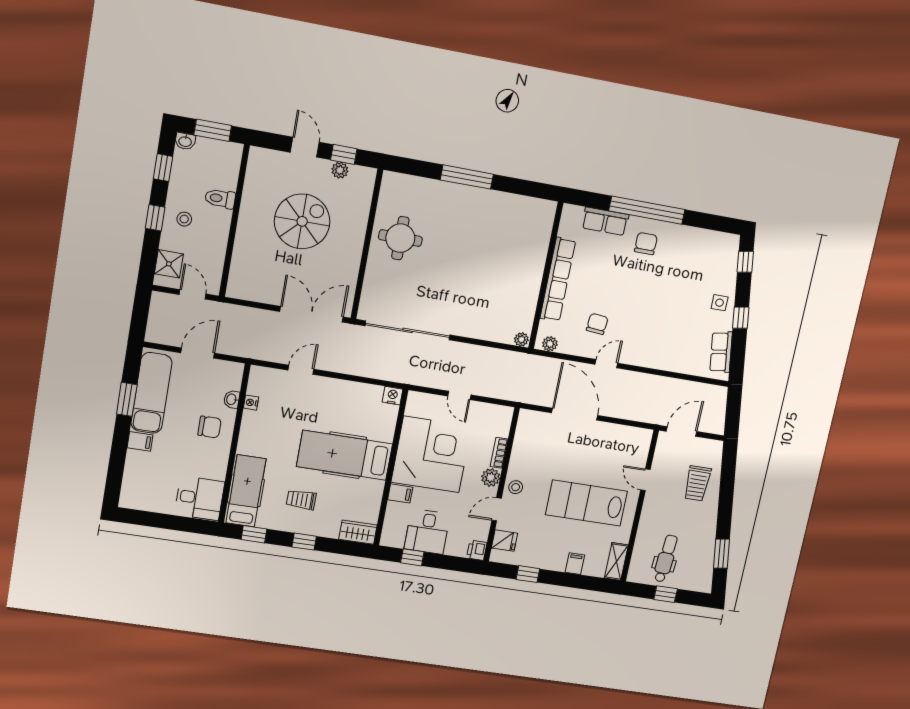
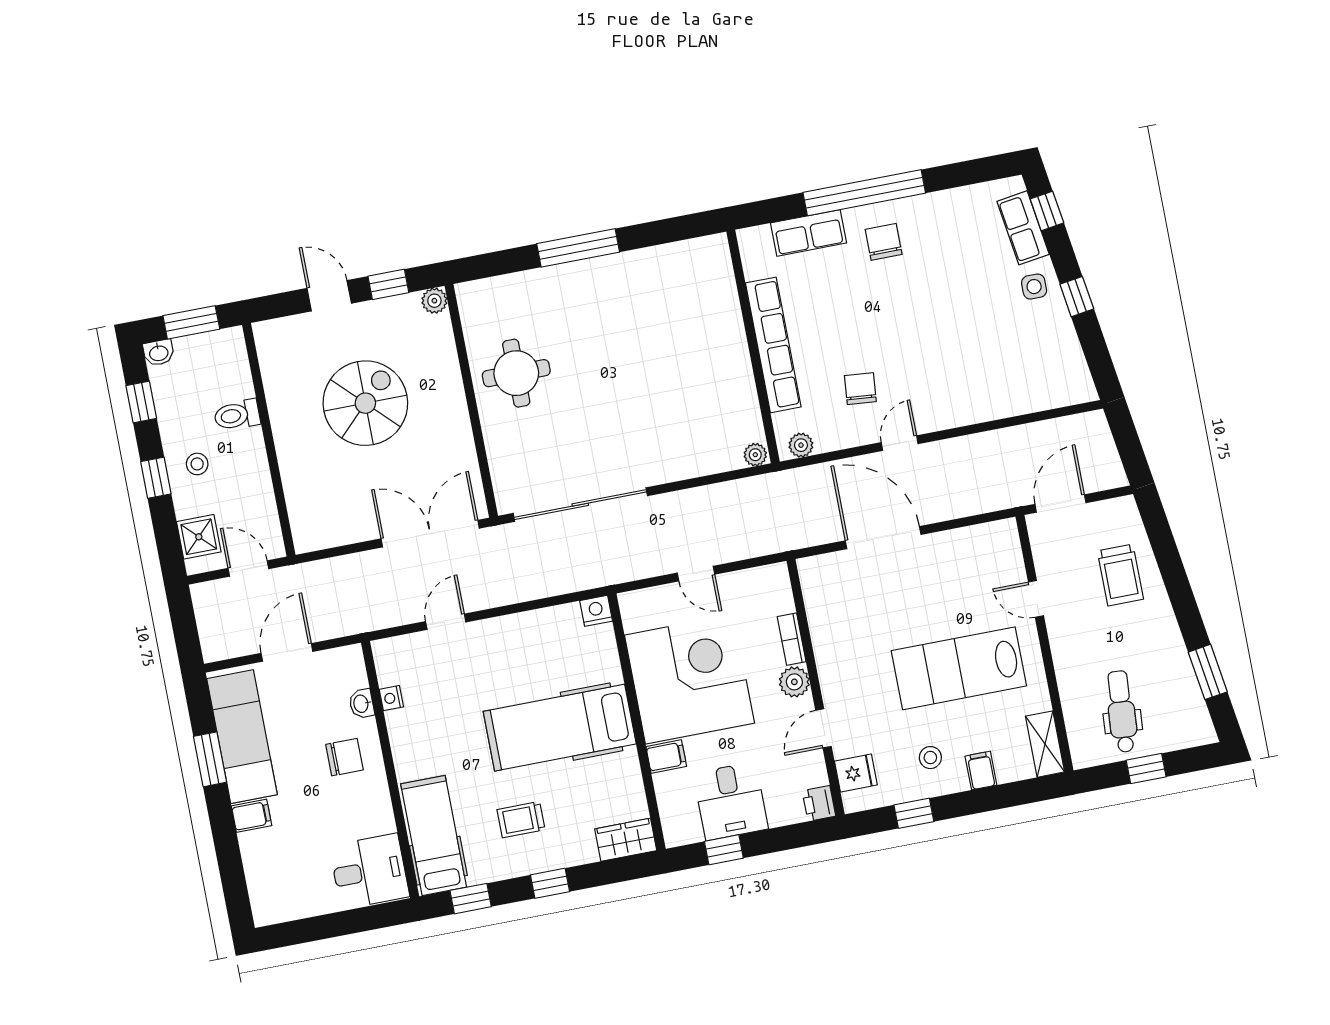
plant: (340, 170) -> (434, 301), moved
row of seats: (721, 352) -> (1023, 228), moved
stool: (516, 487) -> (930, 758), moved

